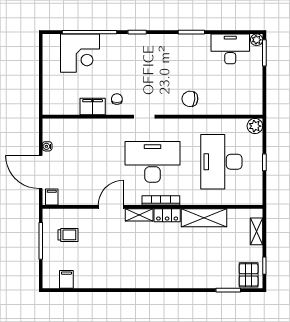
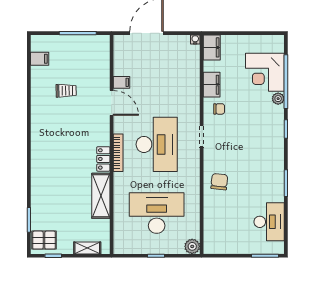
plant: (257, 40) -> (278, 99), moved
filing cabinet: (55, 106) -> (212, 47), added
water cooler: (47, 146) -> (195, 39), moved
filing cabinet: (52, 197) -> (121, 82), moved
shelving: (139, 215) -> (104, 131), removed
trolley: (68, 235) -> (66, 91), moved, turned -91

